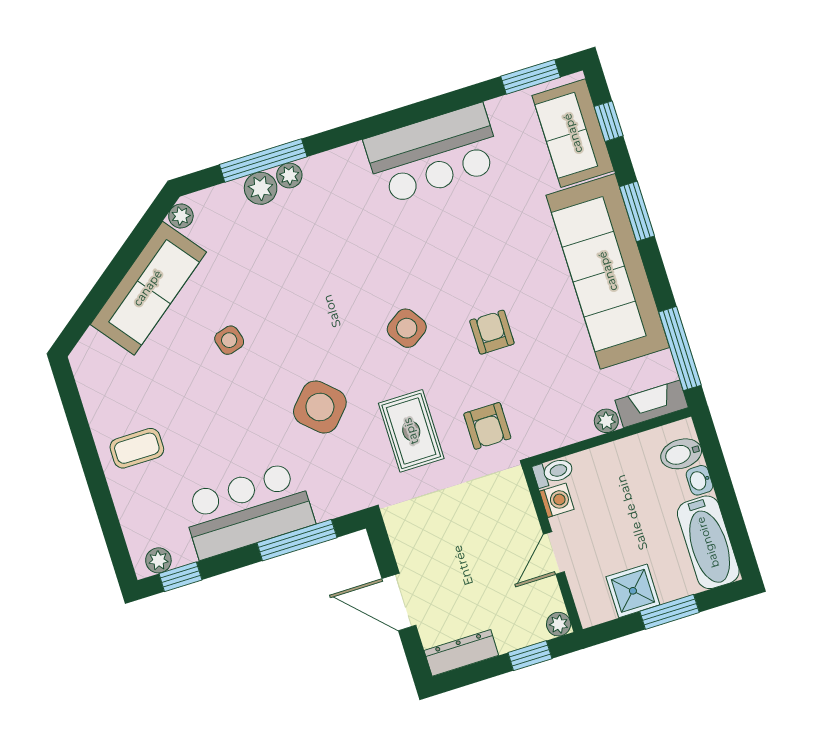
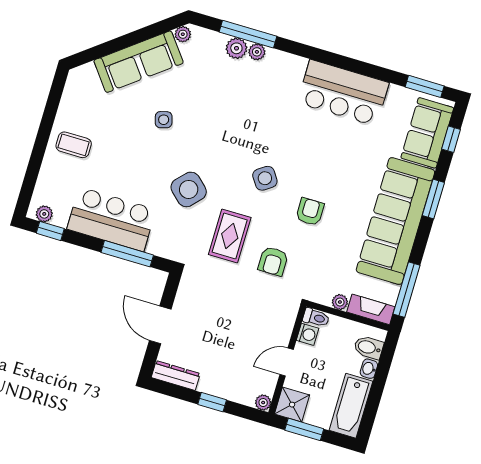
toilet: (553, 472) -> (316, 318), moved
washing machine: (557, 500) -> (308, 334), moved
wall: (553, 549) -> (287, 360), moved
door: (554, 553) -> (287, 362), moved
plant: (559, 624) -> (263, 403), moved

